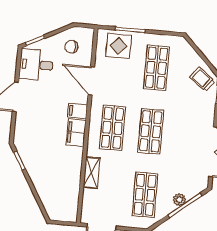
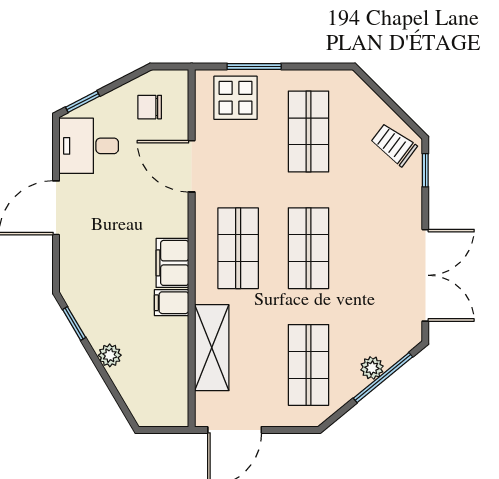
filing cabinet: (77, 111) -> (172, 303), moved
shelving: (92, 173) -> (212, 348), width x1.50, depth x1.33
plant: (37, 180) -> (110, 355), added

